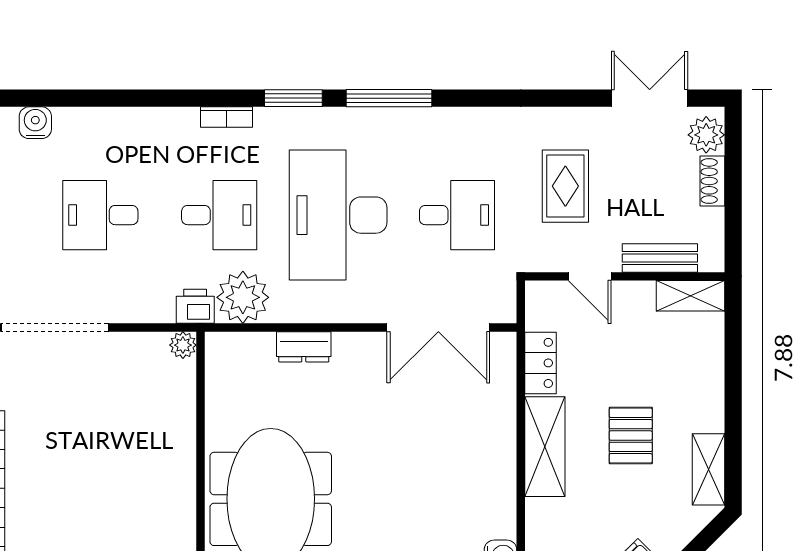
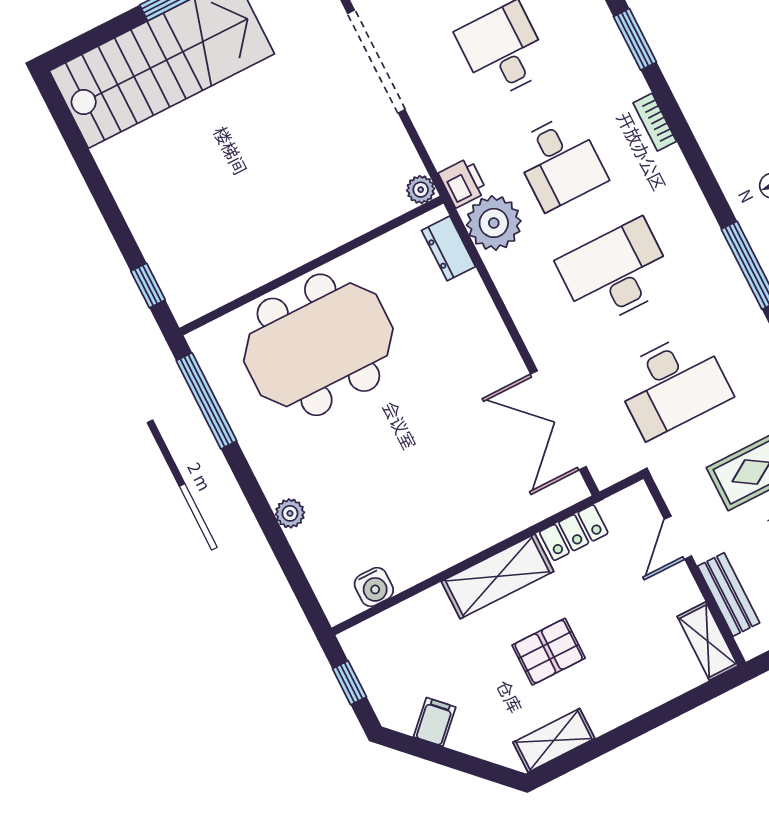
window: (293, 98) -> (635, 39), moved
desk: (338, 215) -> (616, 273), width x0.73, depth x0.77
desk: (457, 215) -> (672, 384), width x1.37
dresser: (304, 347) -> (448, 248), moved

